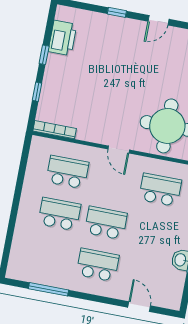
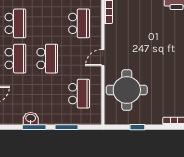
school desk: (59, 214) -> (15, 23), moved

